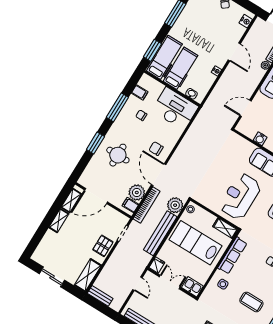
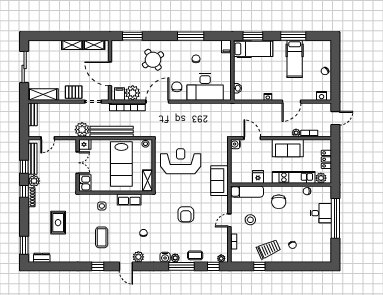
hospital bed: (180, 68) -> (295, 59), moved, turned 90
filing cabinet: (140, 92) -> (226, 46), moved
desk: (175, 109) -> (205, 87), moved, turned 90
water cooler: (260, 139) -> (235, 144), moved
window: (95, 143) -> (132, 36), moved
round table: (118, 155) -> (153, 60), turned -34
door: (96, 196) -> (110, 74), moved
reception desk: (240, 196) -> (181, 161), moved
plant: (175, 205) -> (82, 130), moved
lab bench: (195, 243) -> (121, 164), turned 180
row of seats: (232, 255) -> (129, 200), width x0.68
sliding door: (52, 277) -> (24, 67), width x1.37
door: (137, 284) -> (48, 138), moved

